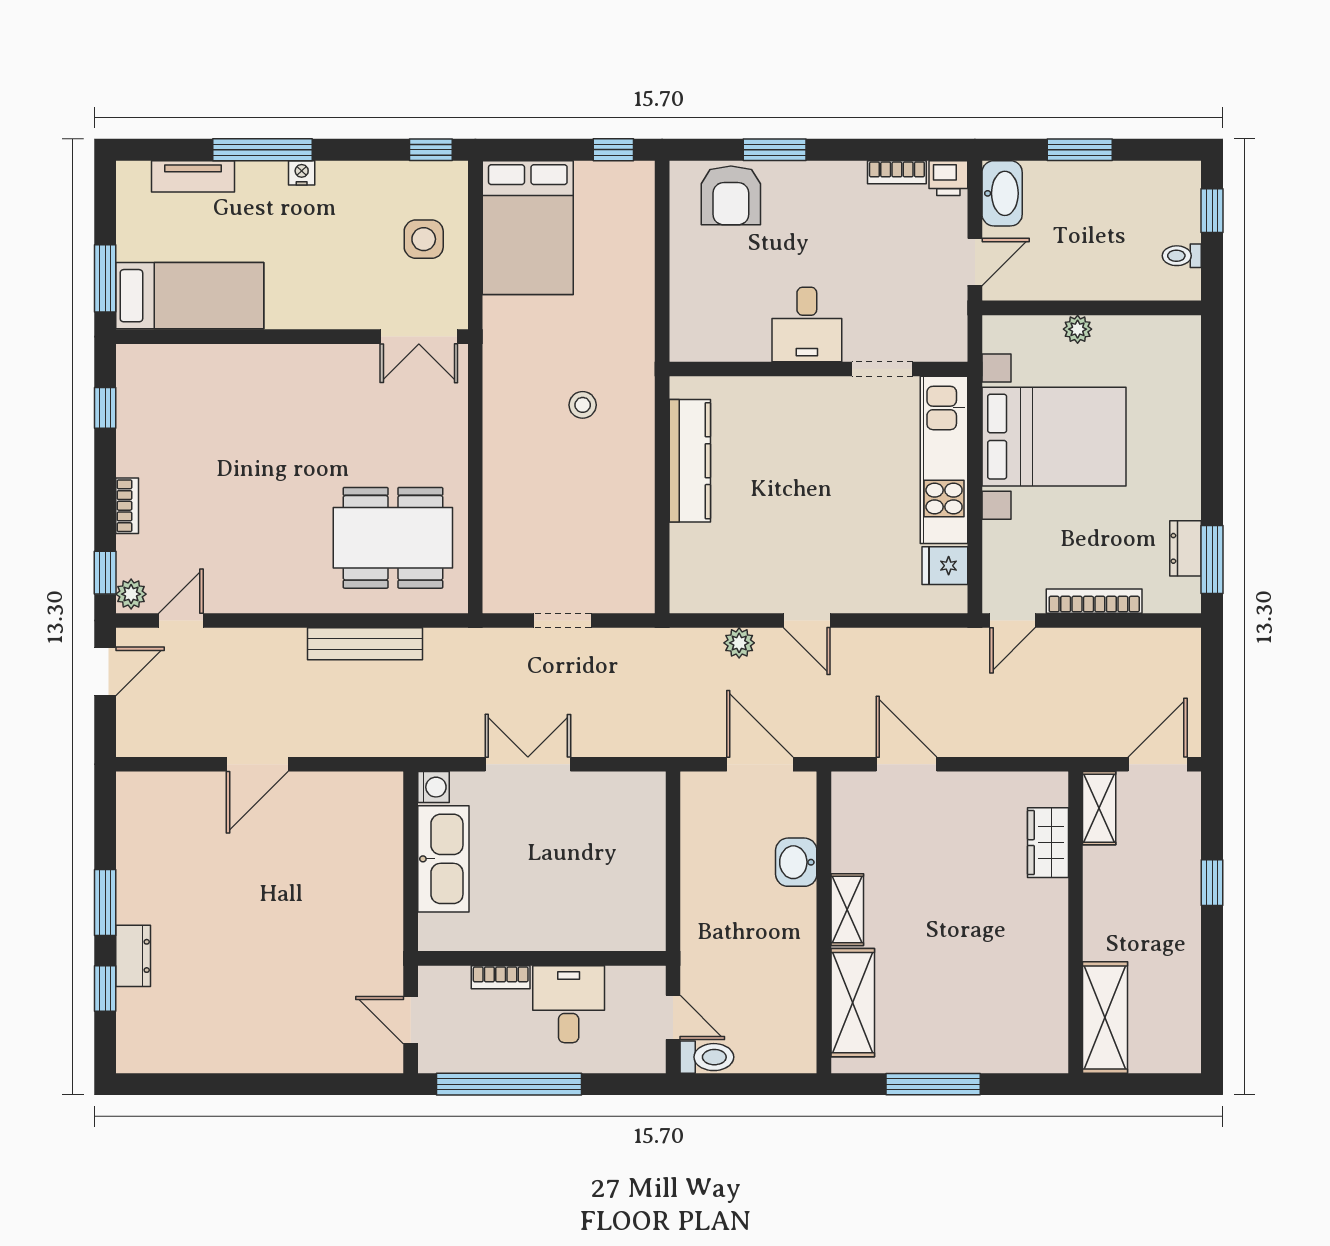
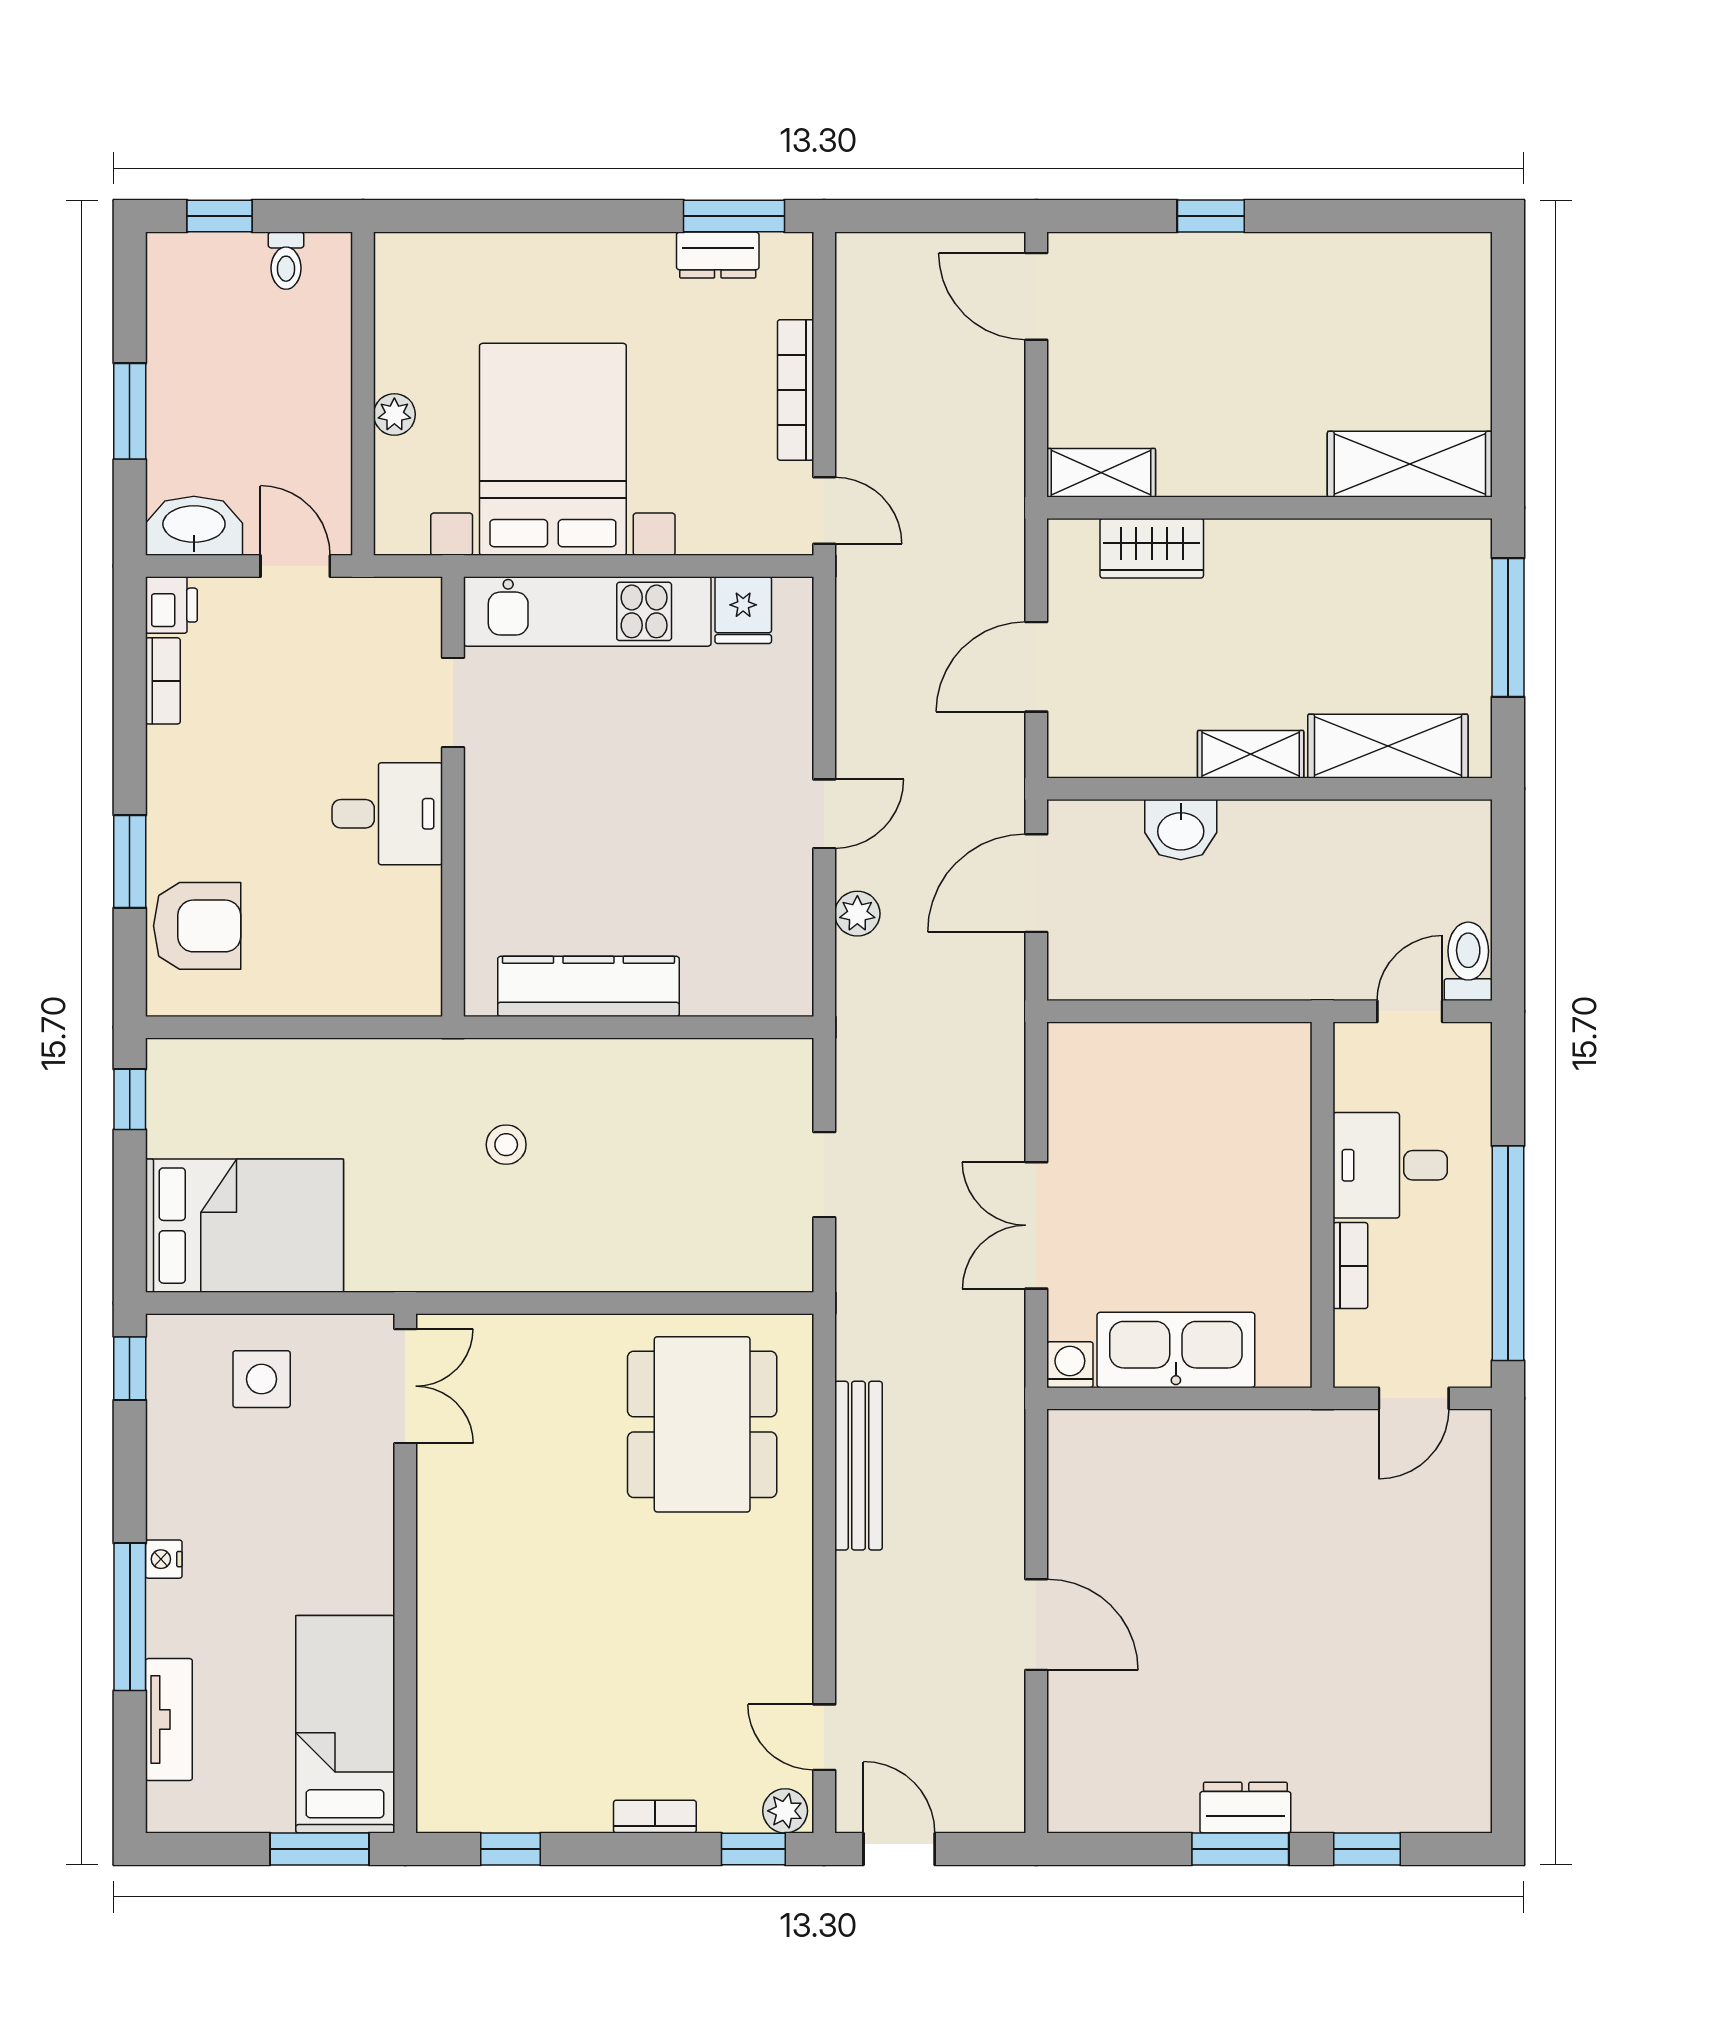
shelving: (1099, 808) -> (1101, 473), moved
wardrobe: (1048, 843) -> (1152, 548), moved
wall: (1075, 922) -> (1270, 508), moved
dresser: (133, 956) -> (1245, 1808), moved
shelving: (1105, 1017) -> (1410, 464), moved

